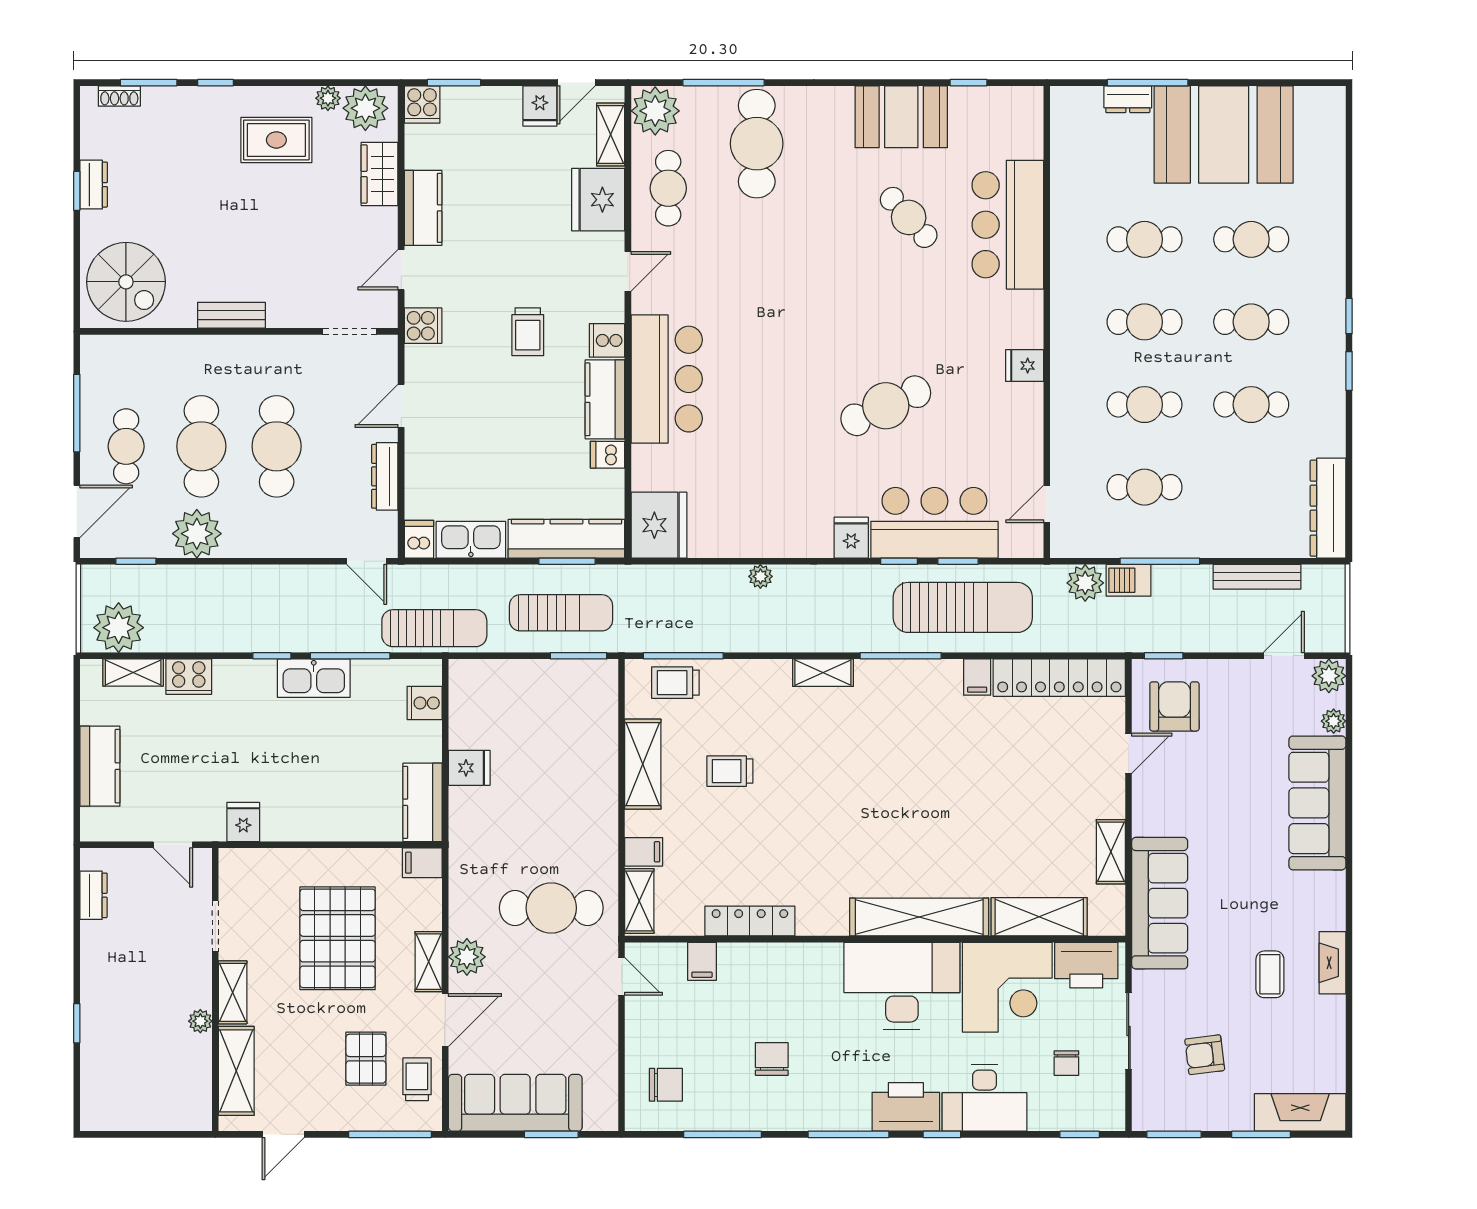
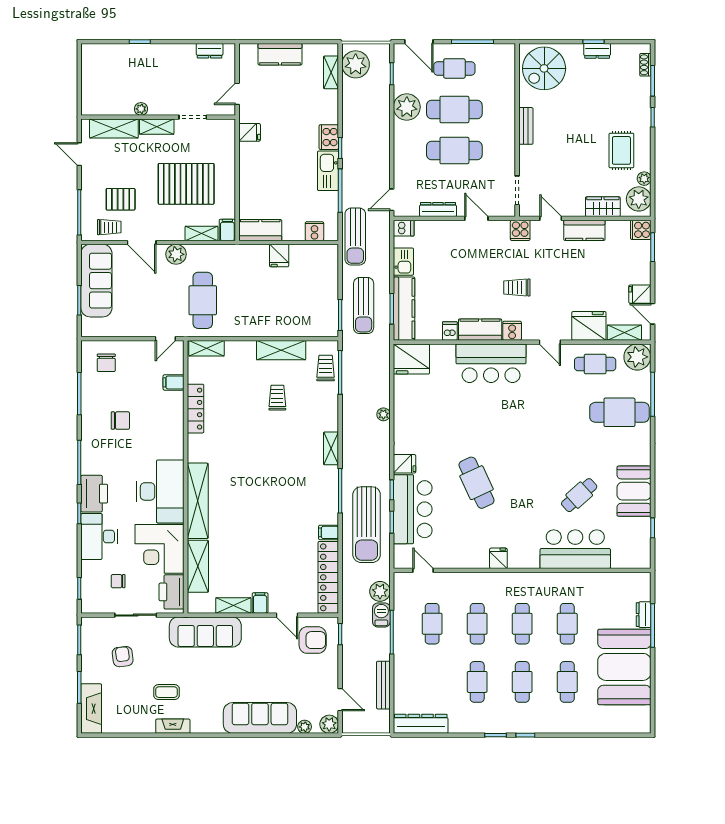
kitchen sink: (471, 540) -> (403, 262), width x0.73
cooker: (189, 677) -> (329, 137), moved
filing cabinet: (644, 852) -> (260, 603), moved, turned 180
shelving: (429, 962) -> (202, 233), moved

